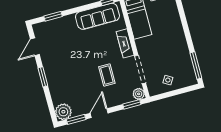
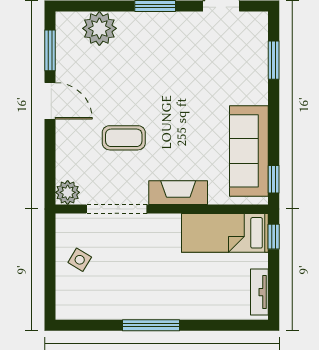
window: (196, 65) -> (151, 325), moved
window: (132, 104) -> (50, 173), removed
plant: (63, 112) -> (99, 28), moved

